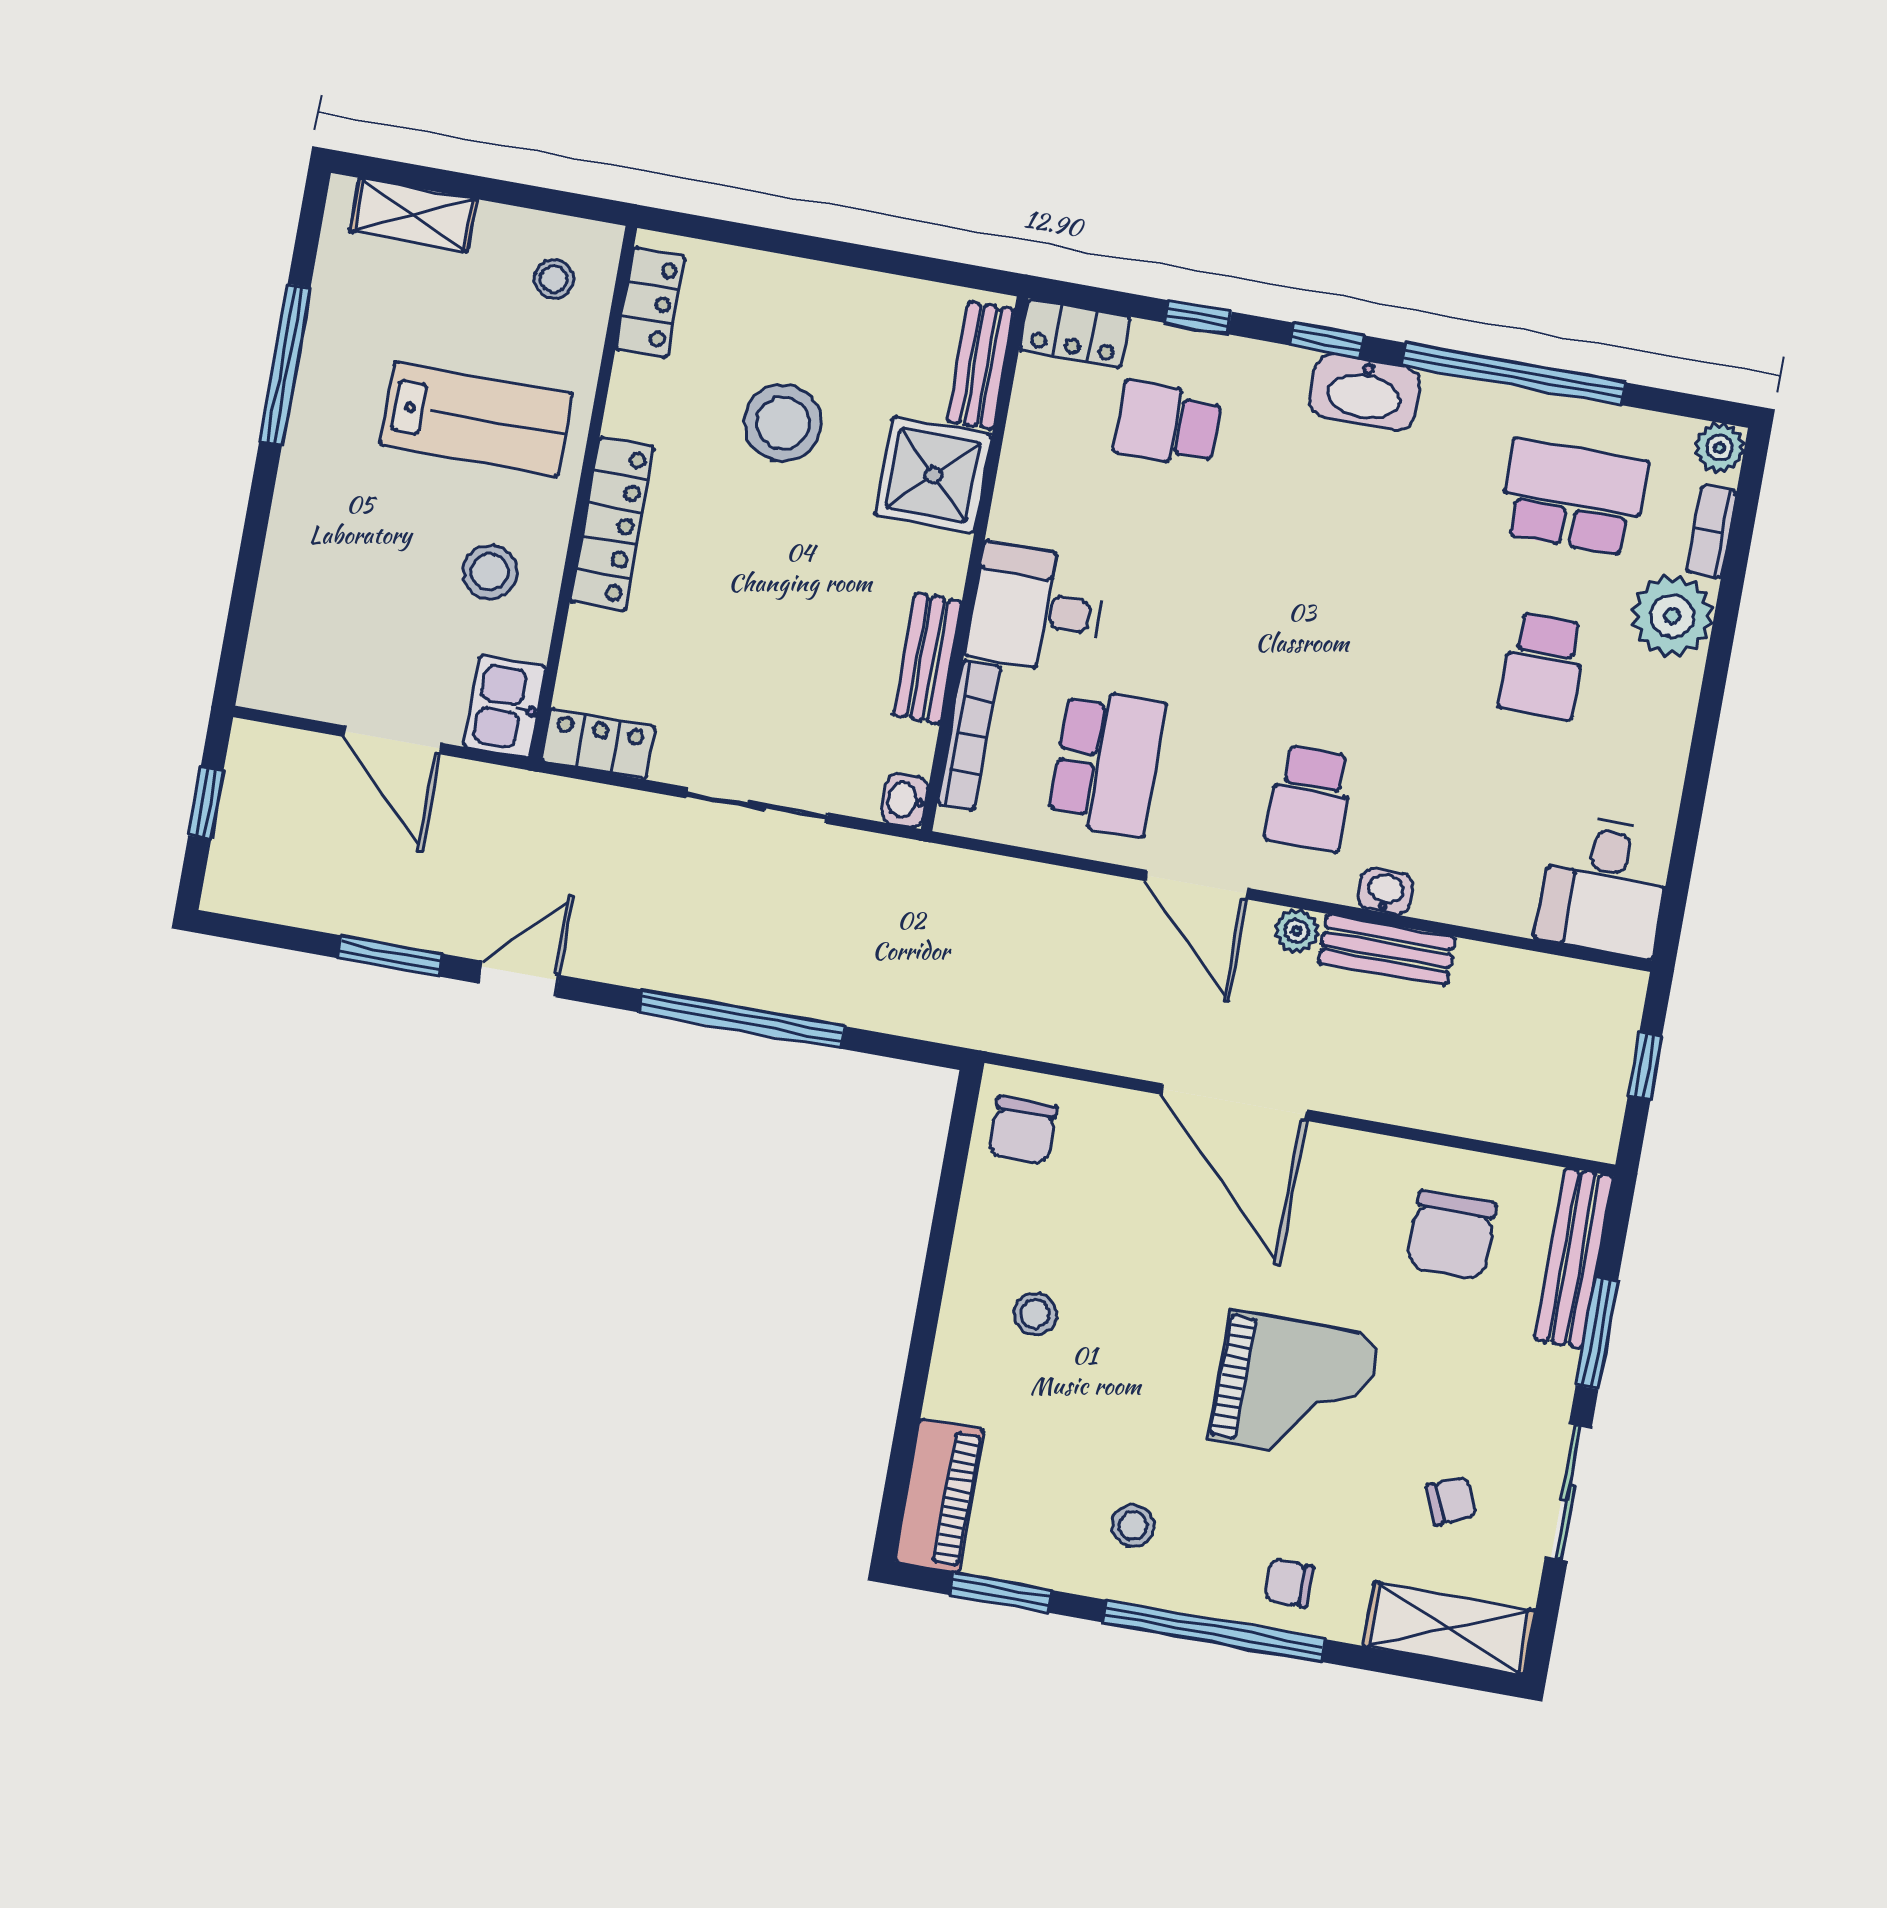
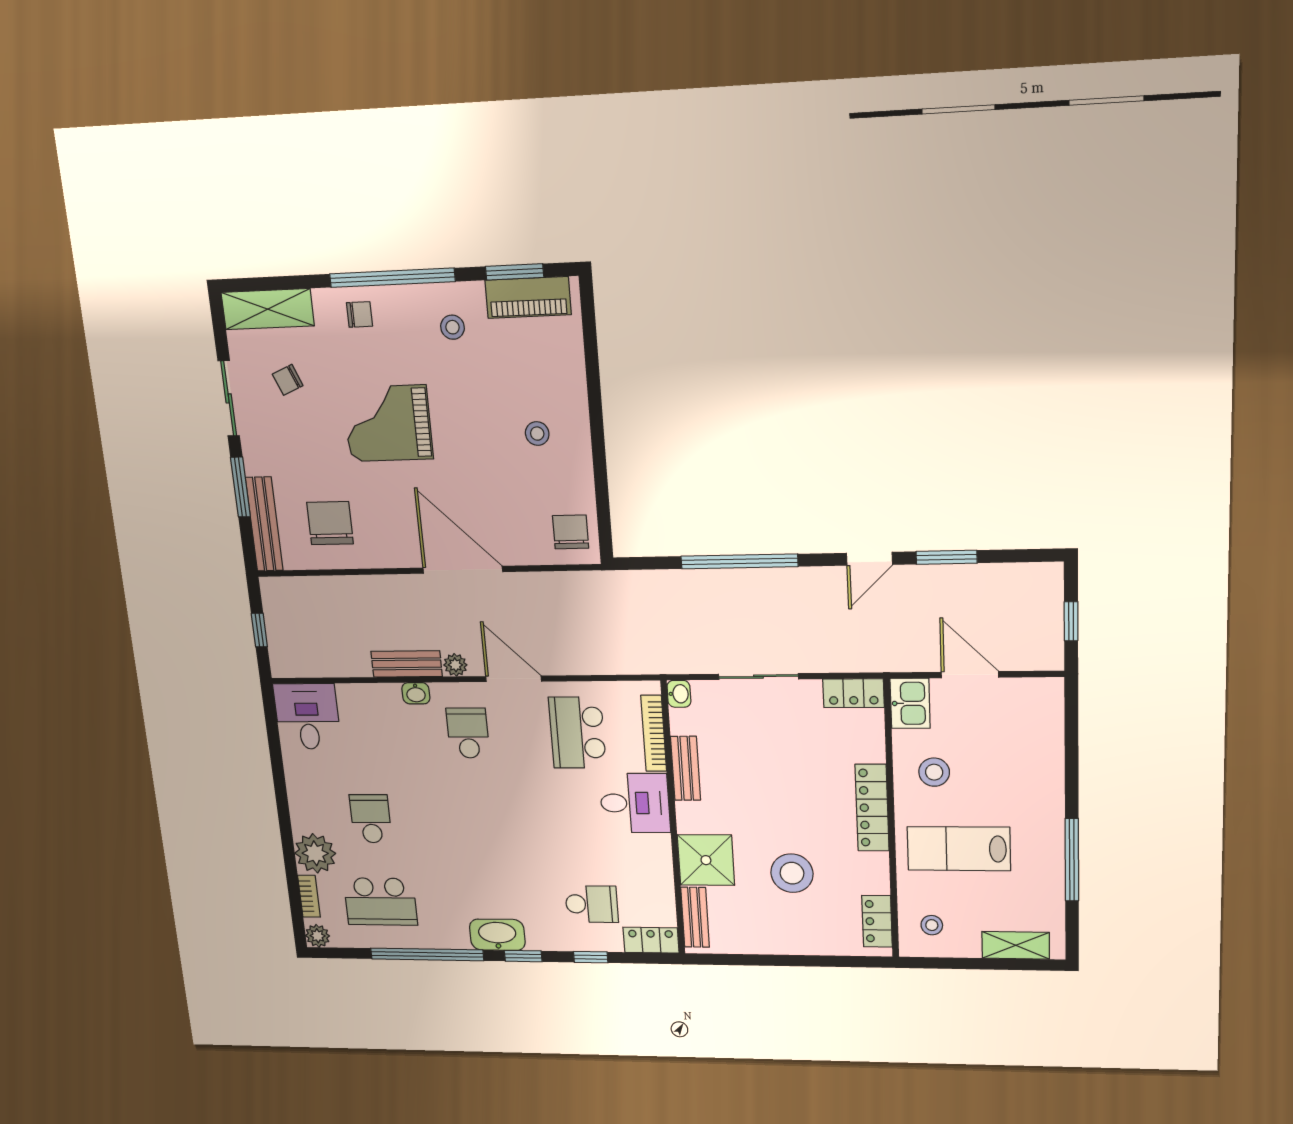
piano: (939, 1496) -> (528, 297), moved, turned -90

